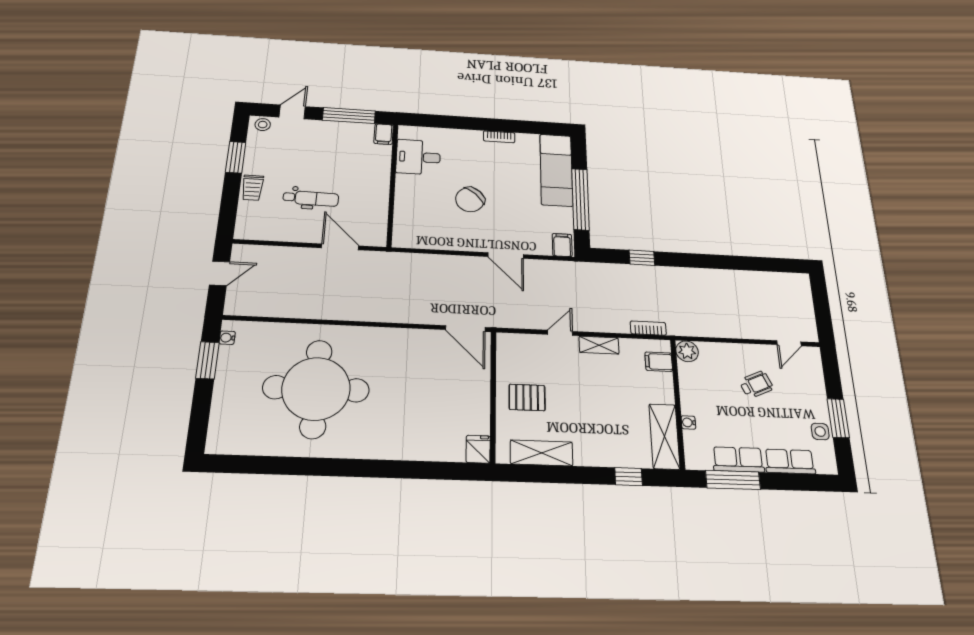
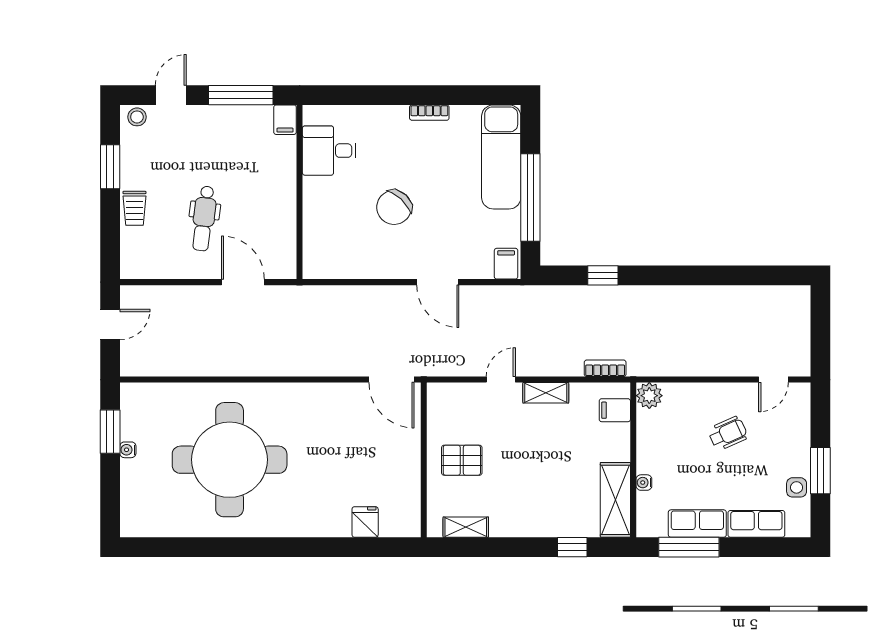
dental chair: (311, 198) -> (204, 218), turned 96
water cooler: (227, 338) -> (128, 450), moved
fridge: (478, 449) -> (365, 522), moved
shelving: (542, 453) -> (466, 527), width x0.67, depth x0.75

